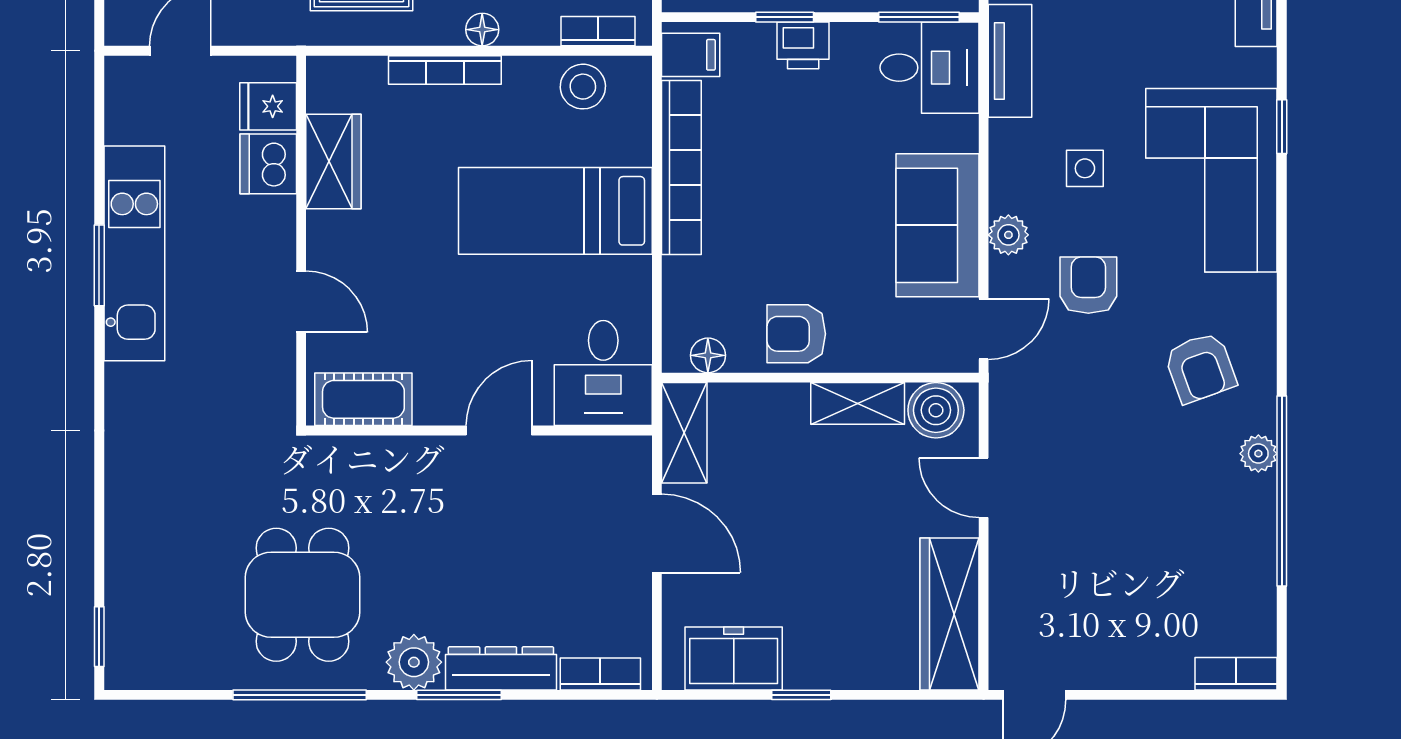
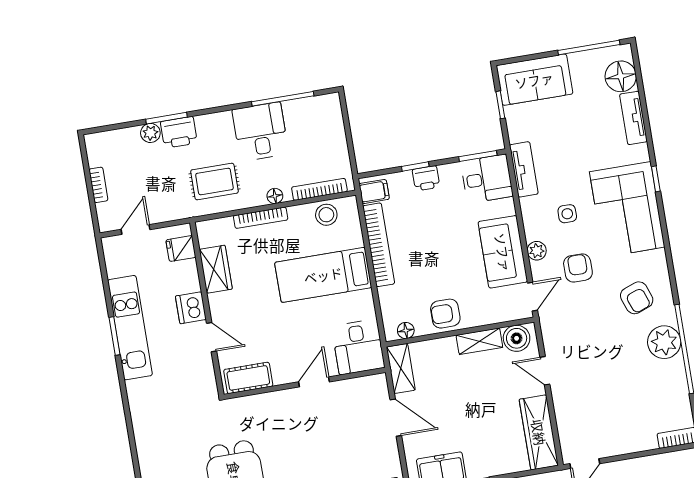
bookcase: (598, 31) -> (319, 189), width x1.56
dishwasher: (268, 164) -> (191, 308), moved
plant: (1258, 454) -> (664, 342), width x1.88, depth x1.88

